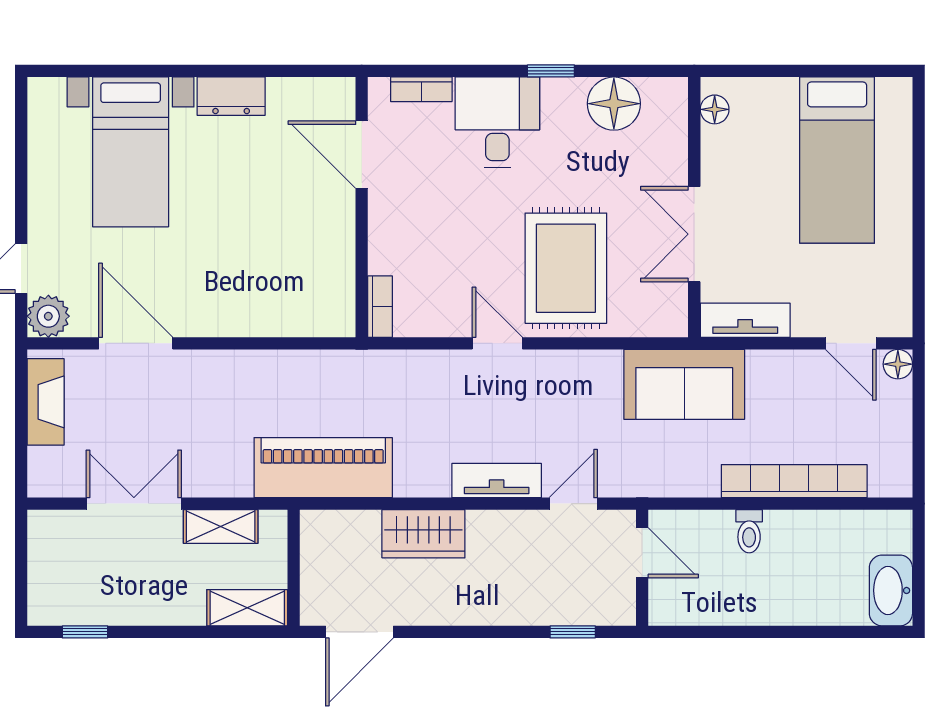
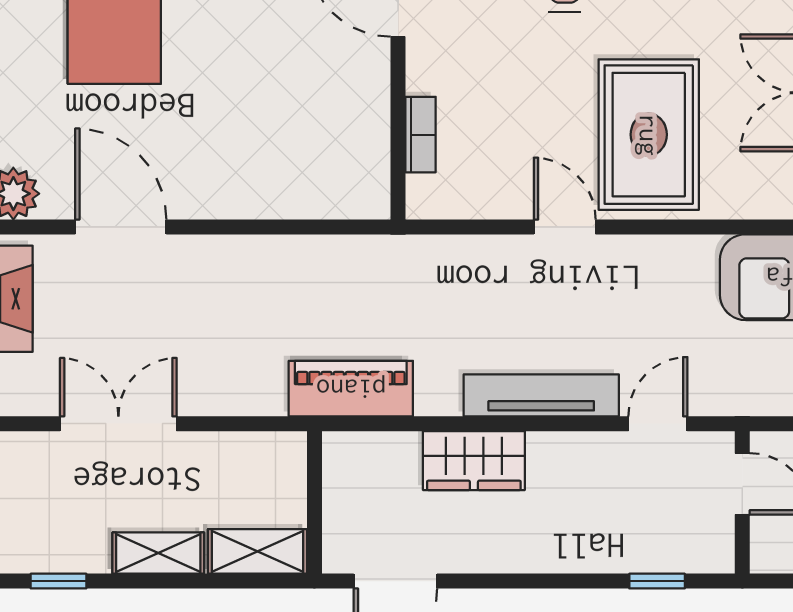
bookcase: (380, 307) -> (421, 135), moved
piano: (323, 468) -> (351, 389), width x0.73, depth x0.75
tv unit: (497, 481) -> (541, 395), width x1.41
shelving: (221, 526) -> (158, 553), moved

